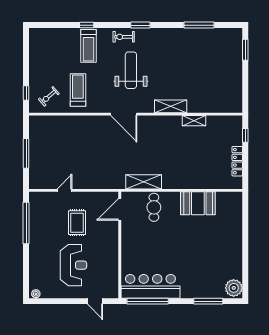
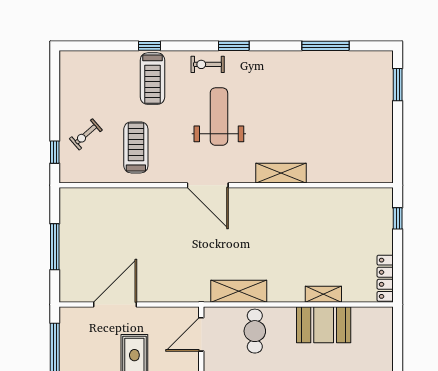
exercise bike: (49, 96) -> (86, 134), moved
shelving: (194, 121) -> (323, 294), moved
locker: (237, 161) -> (385, 278), moved
door: (65, 190) -> (115, 305), width x1.88

